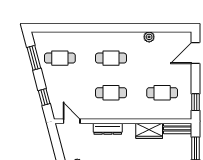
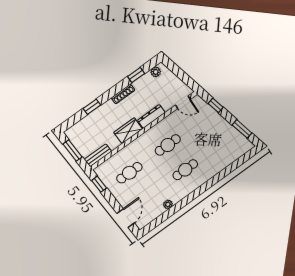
cafe table: (60, 58) -> (223, 142), removed
wardrobe: (149, 131) -> (128, 131), moved

